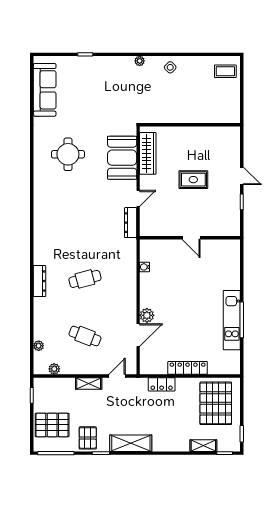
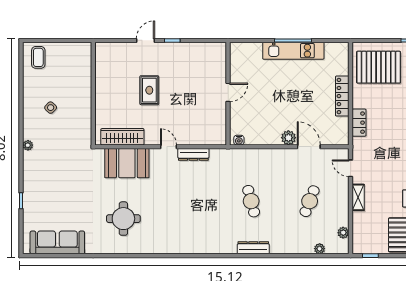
side table: (170, 67) -> (51, 108), moved
wall: (190, 238) -> (228, 94), moved
door: (191, 238) -> (228, 92), moved

